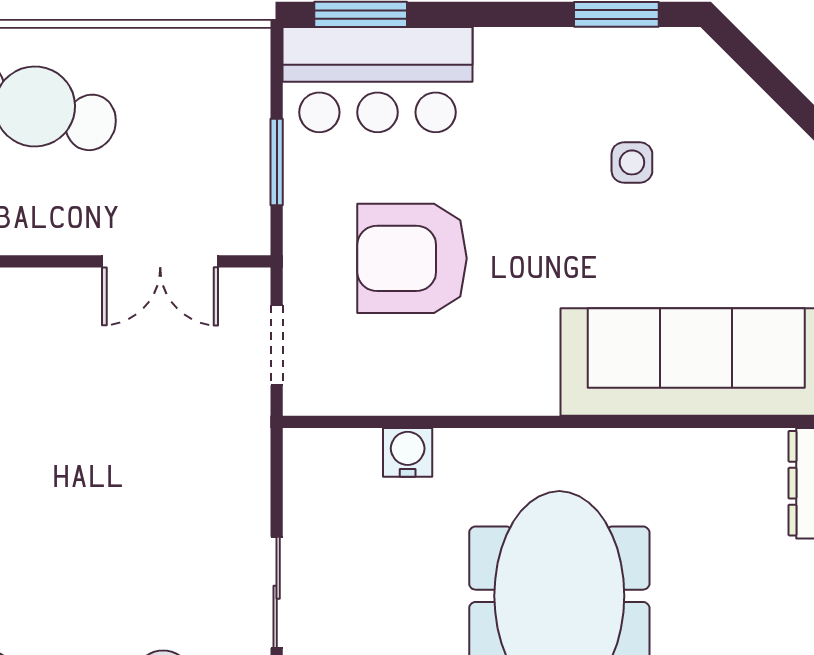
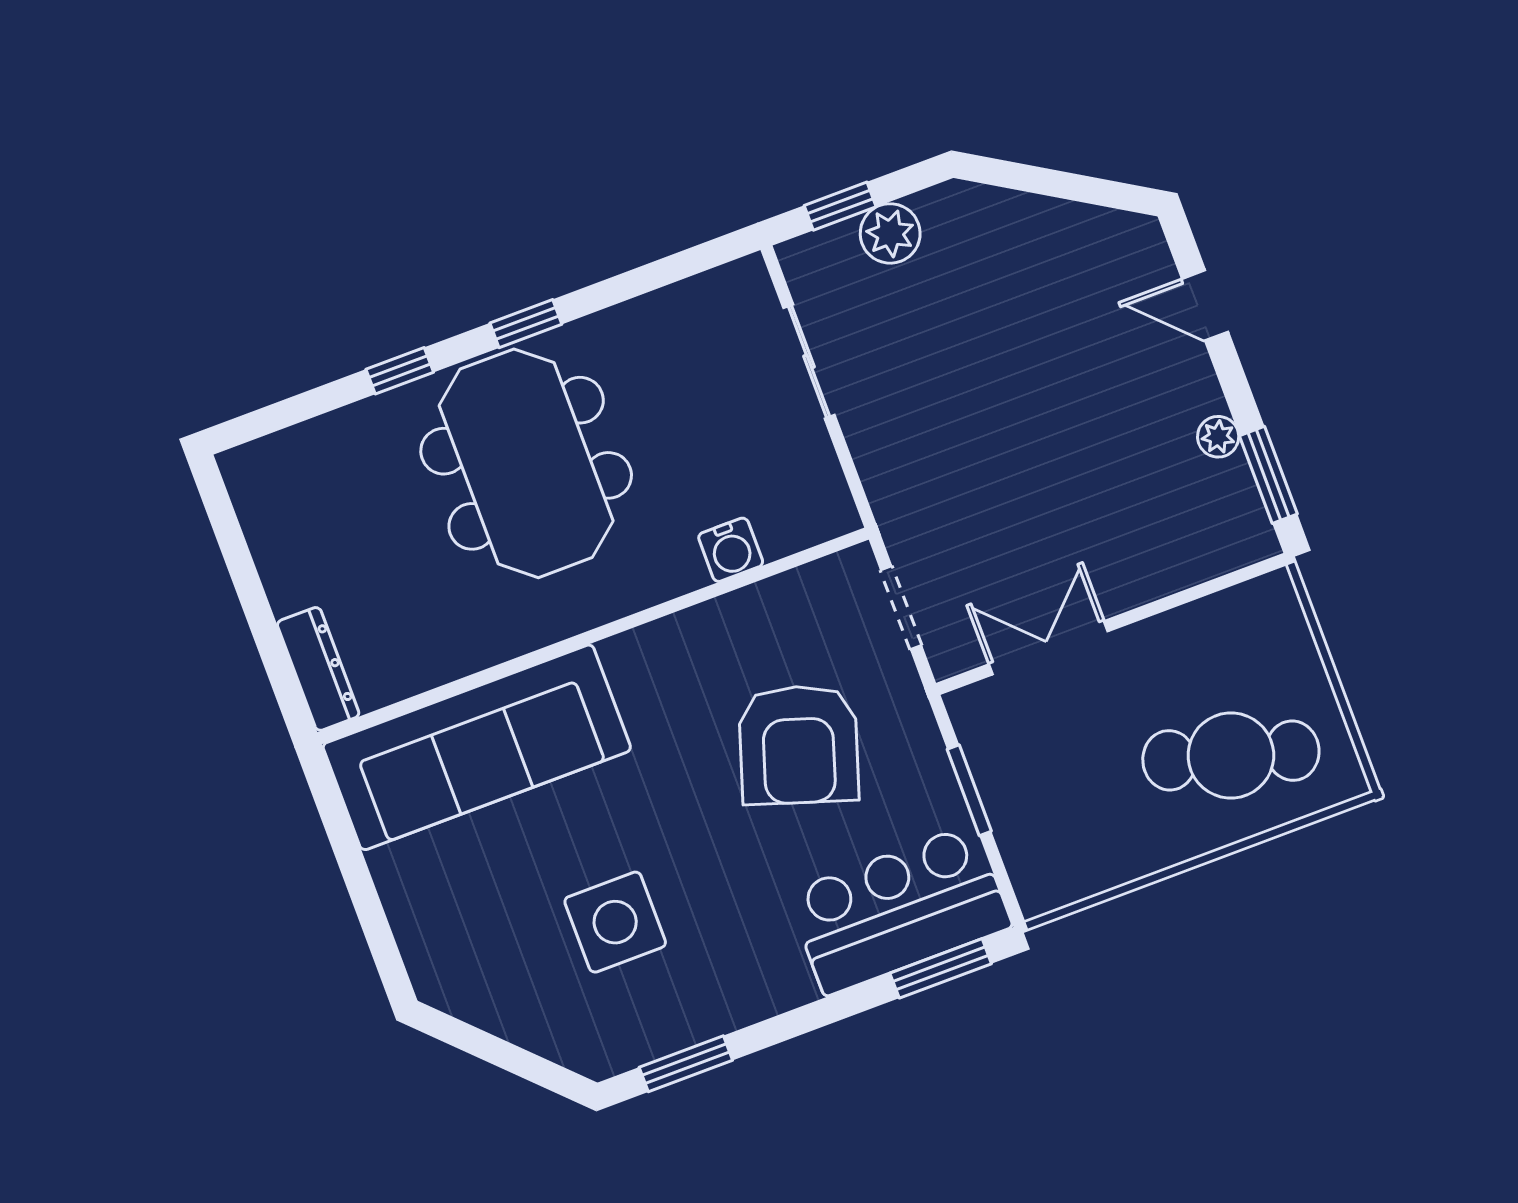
side table: (632, 162) -> (615, 922), width x1.87, depth x1.87
armchair: (412, 258) -> (799, 745), turned 108

